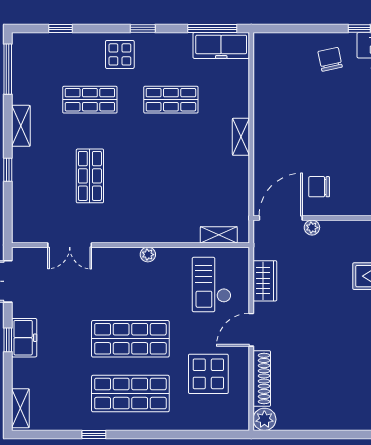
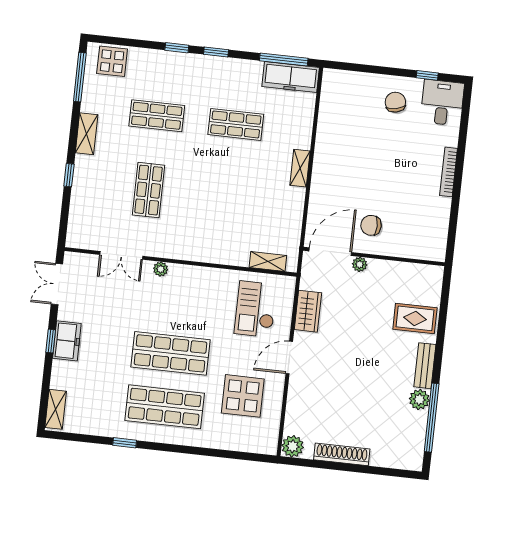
window: (60, 29) -> (177, 48), moved
display table: (120, 54) -> (112, 61), moved
plant: (148, 255) -> (161, 269), moved
shoe rack: (262, 379) -> (342, 454), moved, turned -90

